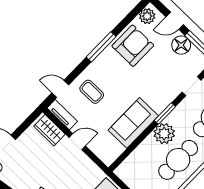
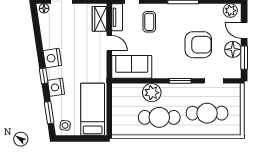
armchair: (133, 46) -> (198, 45), moved
sofa: (133, 123) -> (132, 67), moved
plant: (164, 134) -> (152, 93), moved

